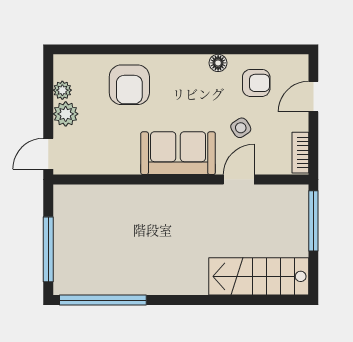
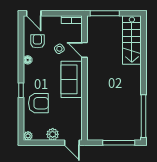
window: (156, 49) -> (21, 90), added
plant: (62, 90) -> (28, 136), moved
door: (313, 97) -> (34, 13), moved

